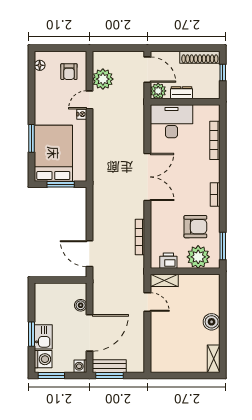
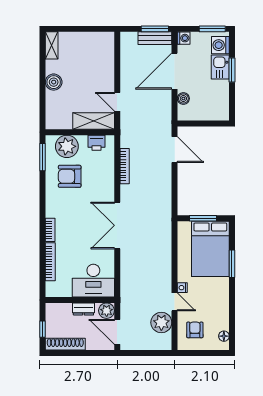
door: (89, 100) -> (175, 302), hinge flipped
bookcase: (215, 195) -> (50, 230), moved
shelving: (164, 280) -> (94, 121), width x1.50, depth x1.33

